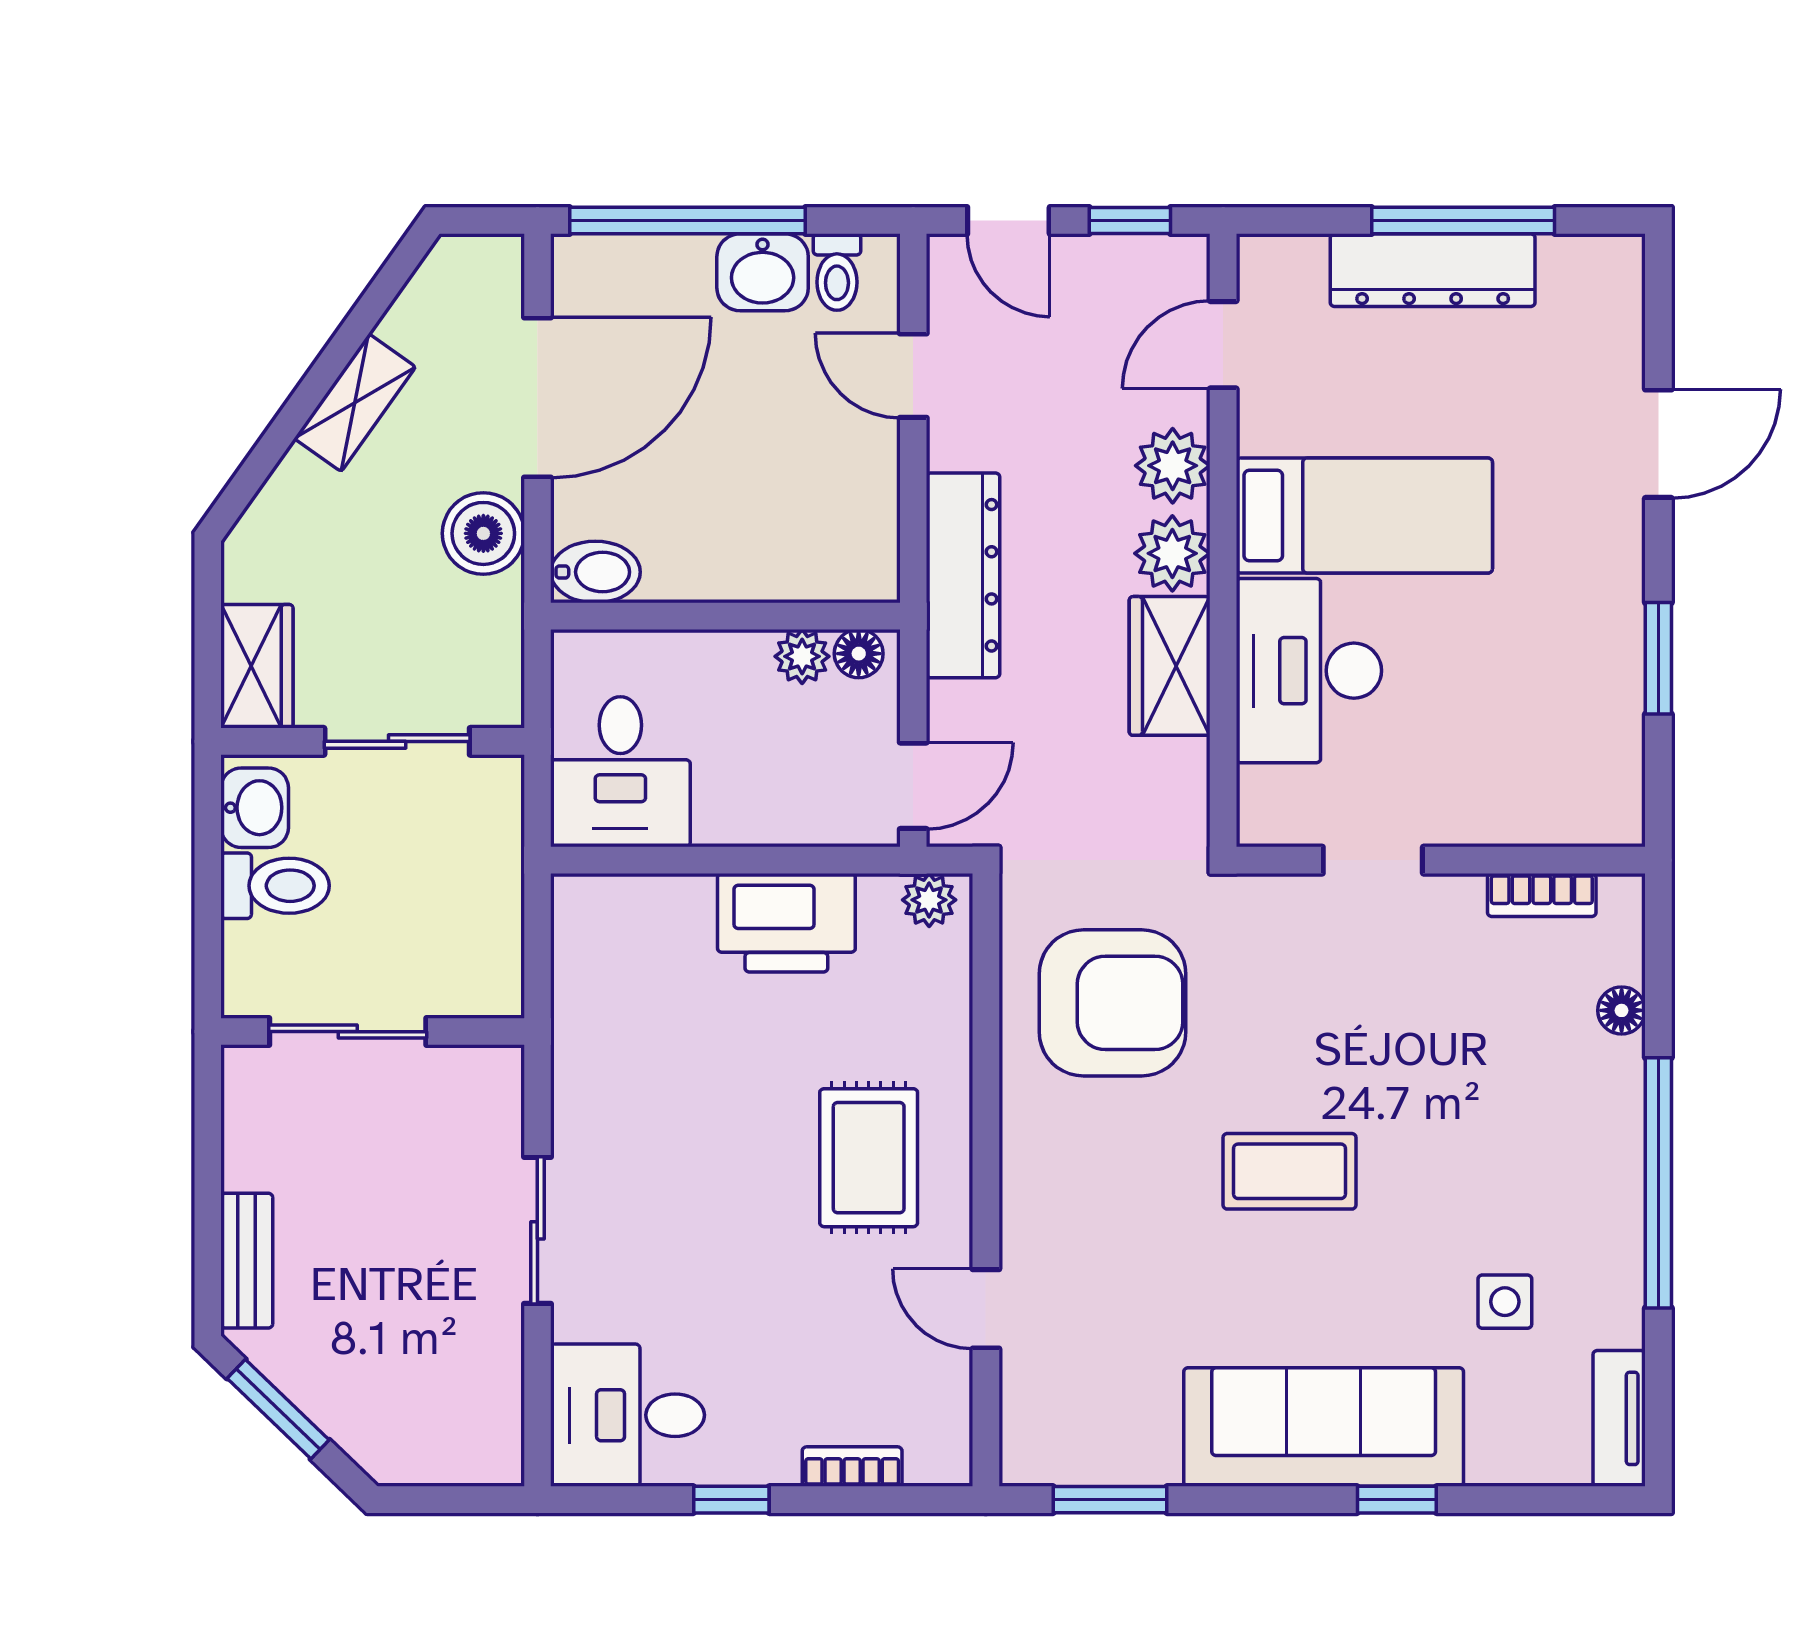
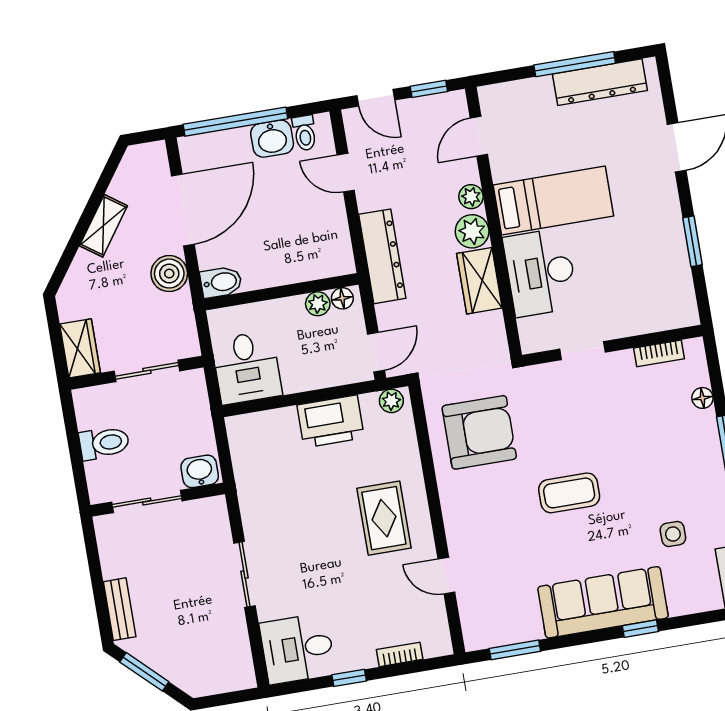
dresser: (1433, 270) -> (600, 82), moved
plant: (1173, 466) -> (471, 197), width x0.73, depth x0.73
washbasin: (255, 808) -> (200, 471), moved, turned -90

